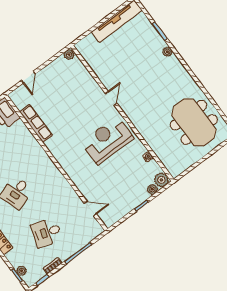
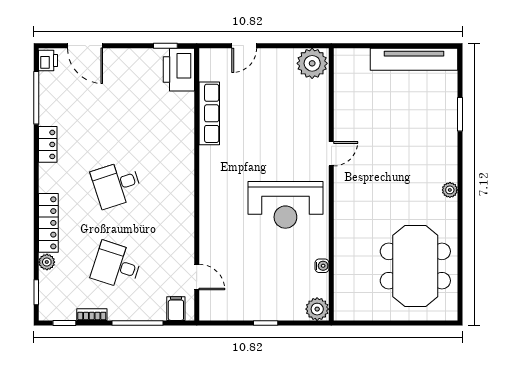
plant: (167, 52) -> (450, 190), moved
plant: (69, 55) -> (312, 63), width x1.88, depth x1.88
reception desk: (107, 140) -> (285, 205), turned 180
plant: (152, 189) -> (296, 312), removed
filing cabinet: (92, 232) -> (176, 309), added
plant: (22, 271) -> (47, 262), moved

